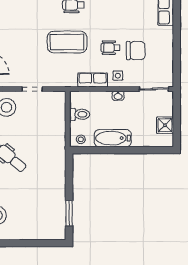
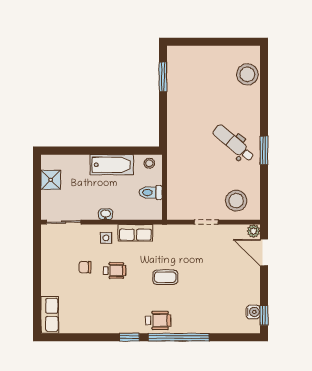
coffee table: (67, 42) -> (165, 277), width x0.54, depth x0.58
chair: (136, 51) -> (85, 267), width x0.54, depth x0.54

